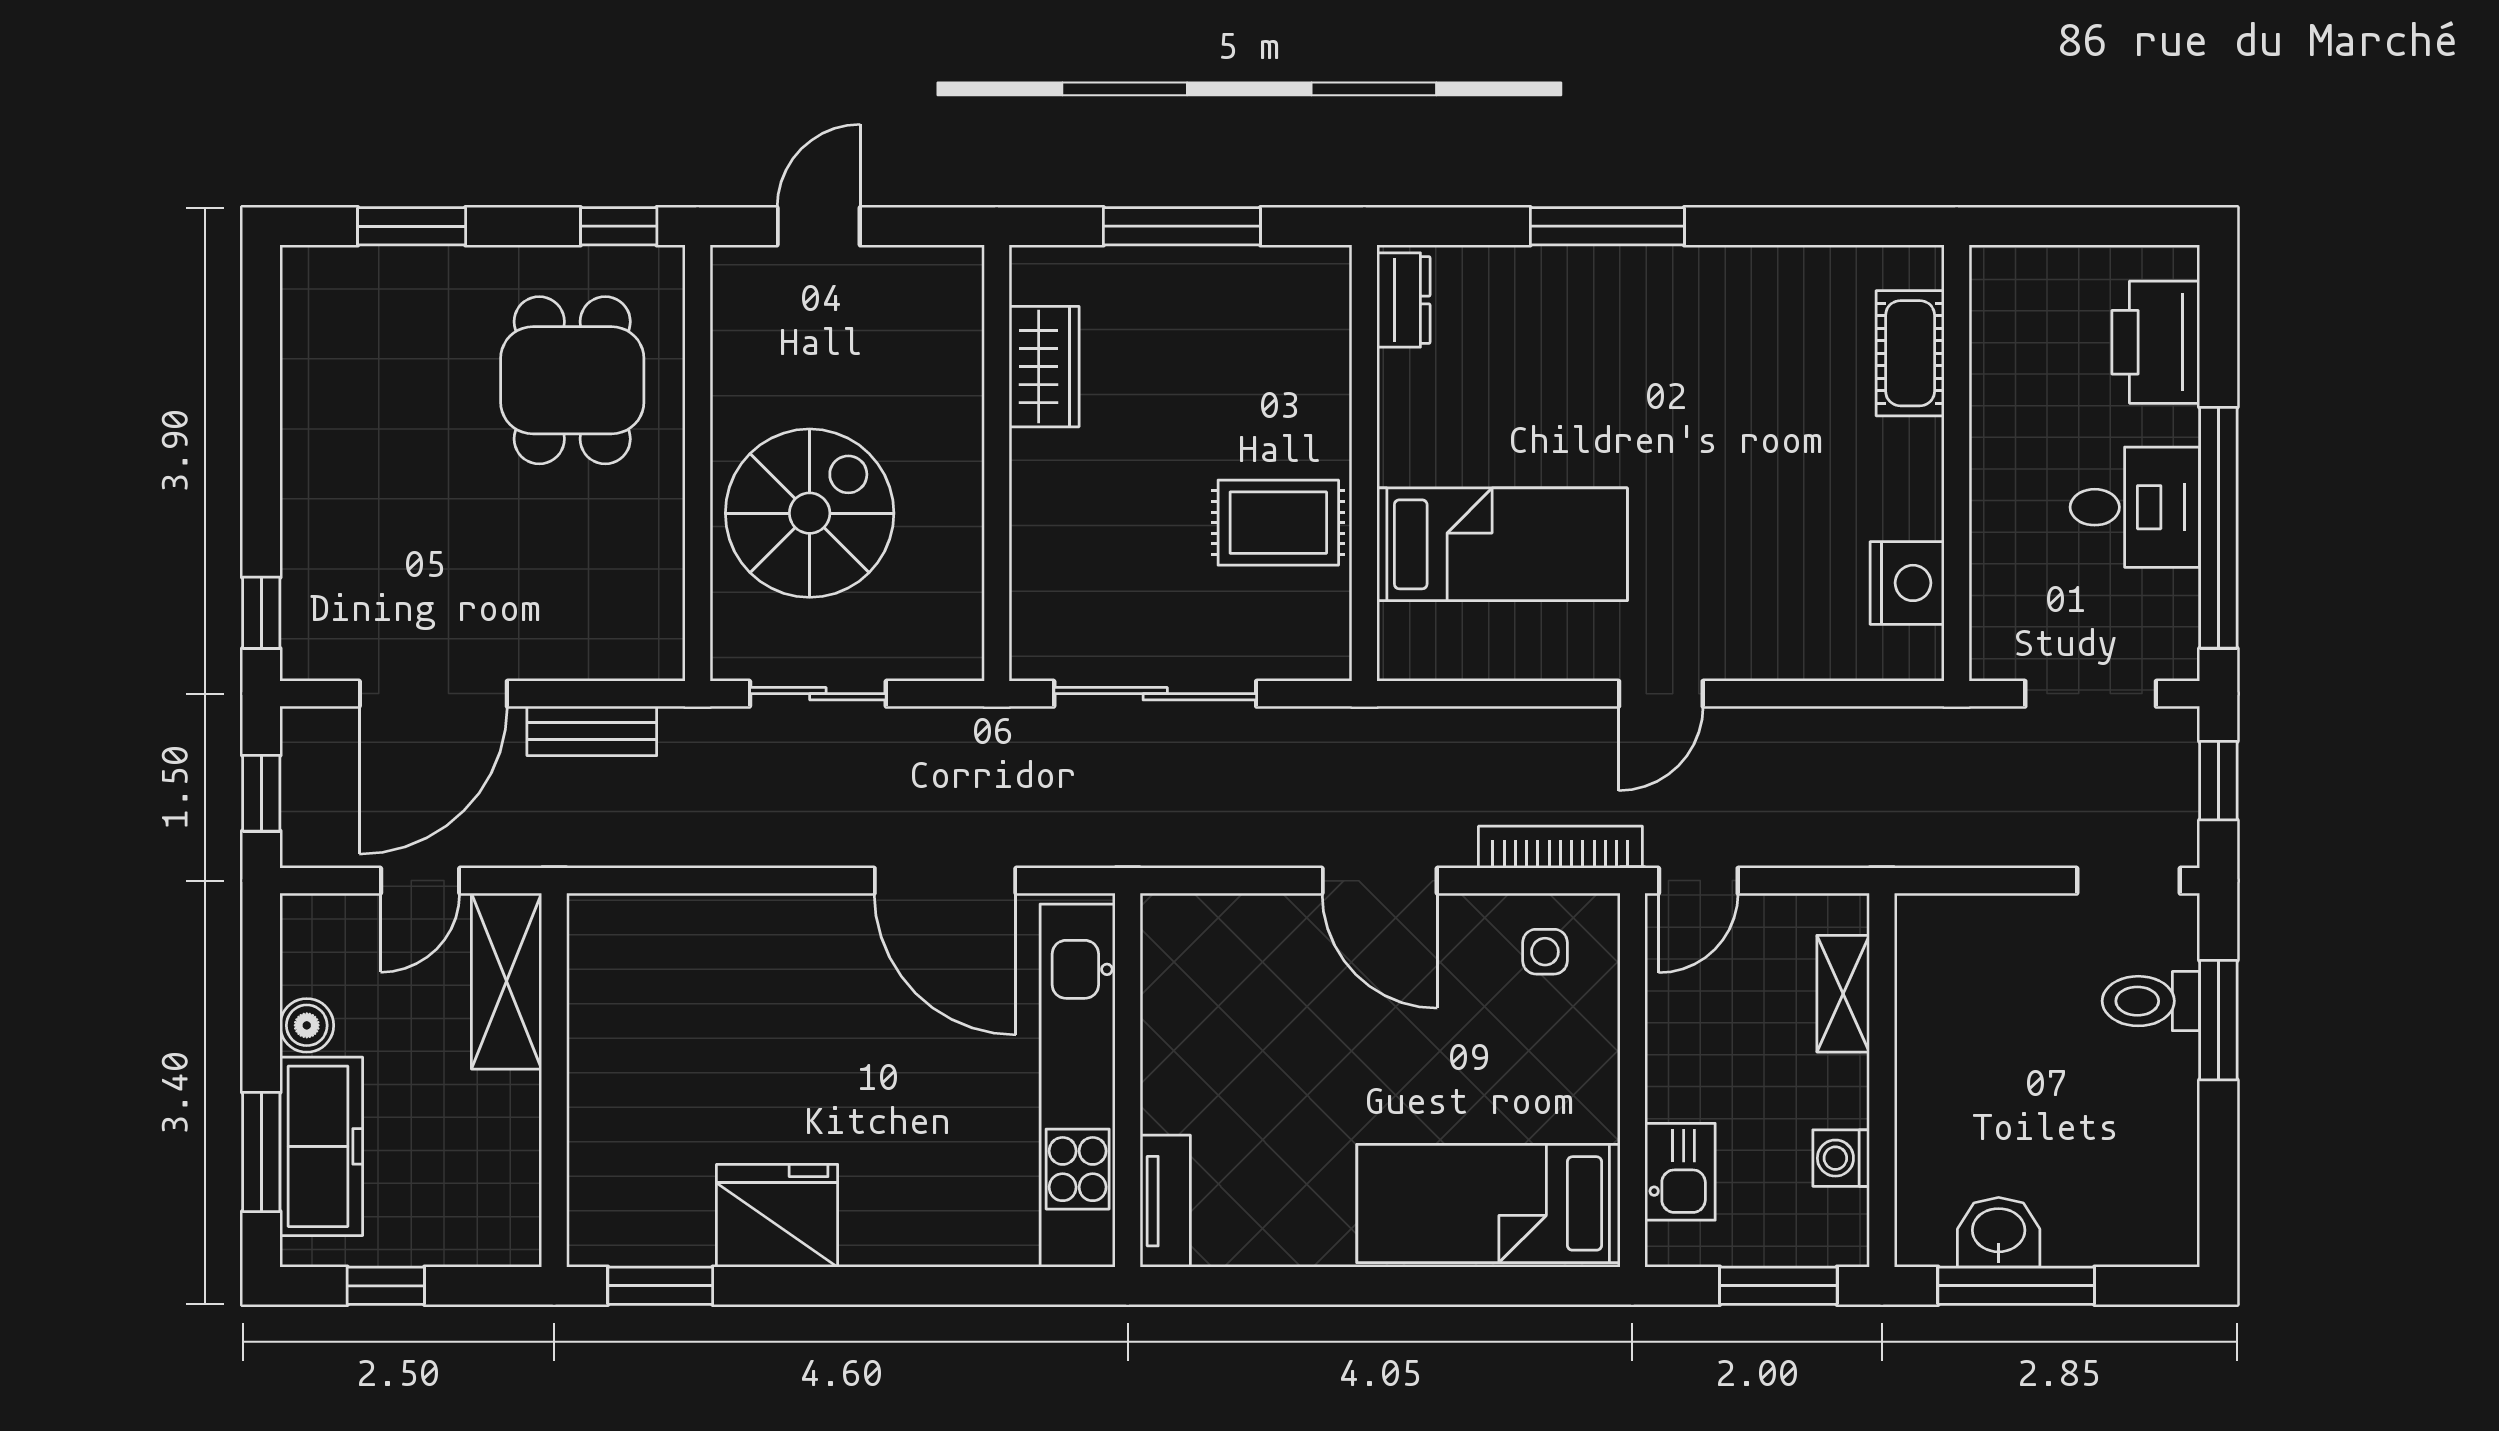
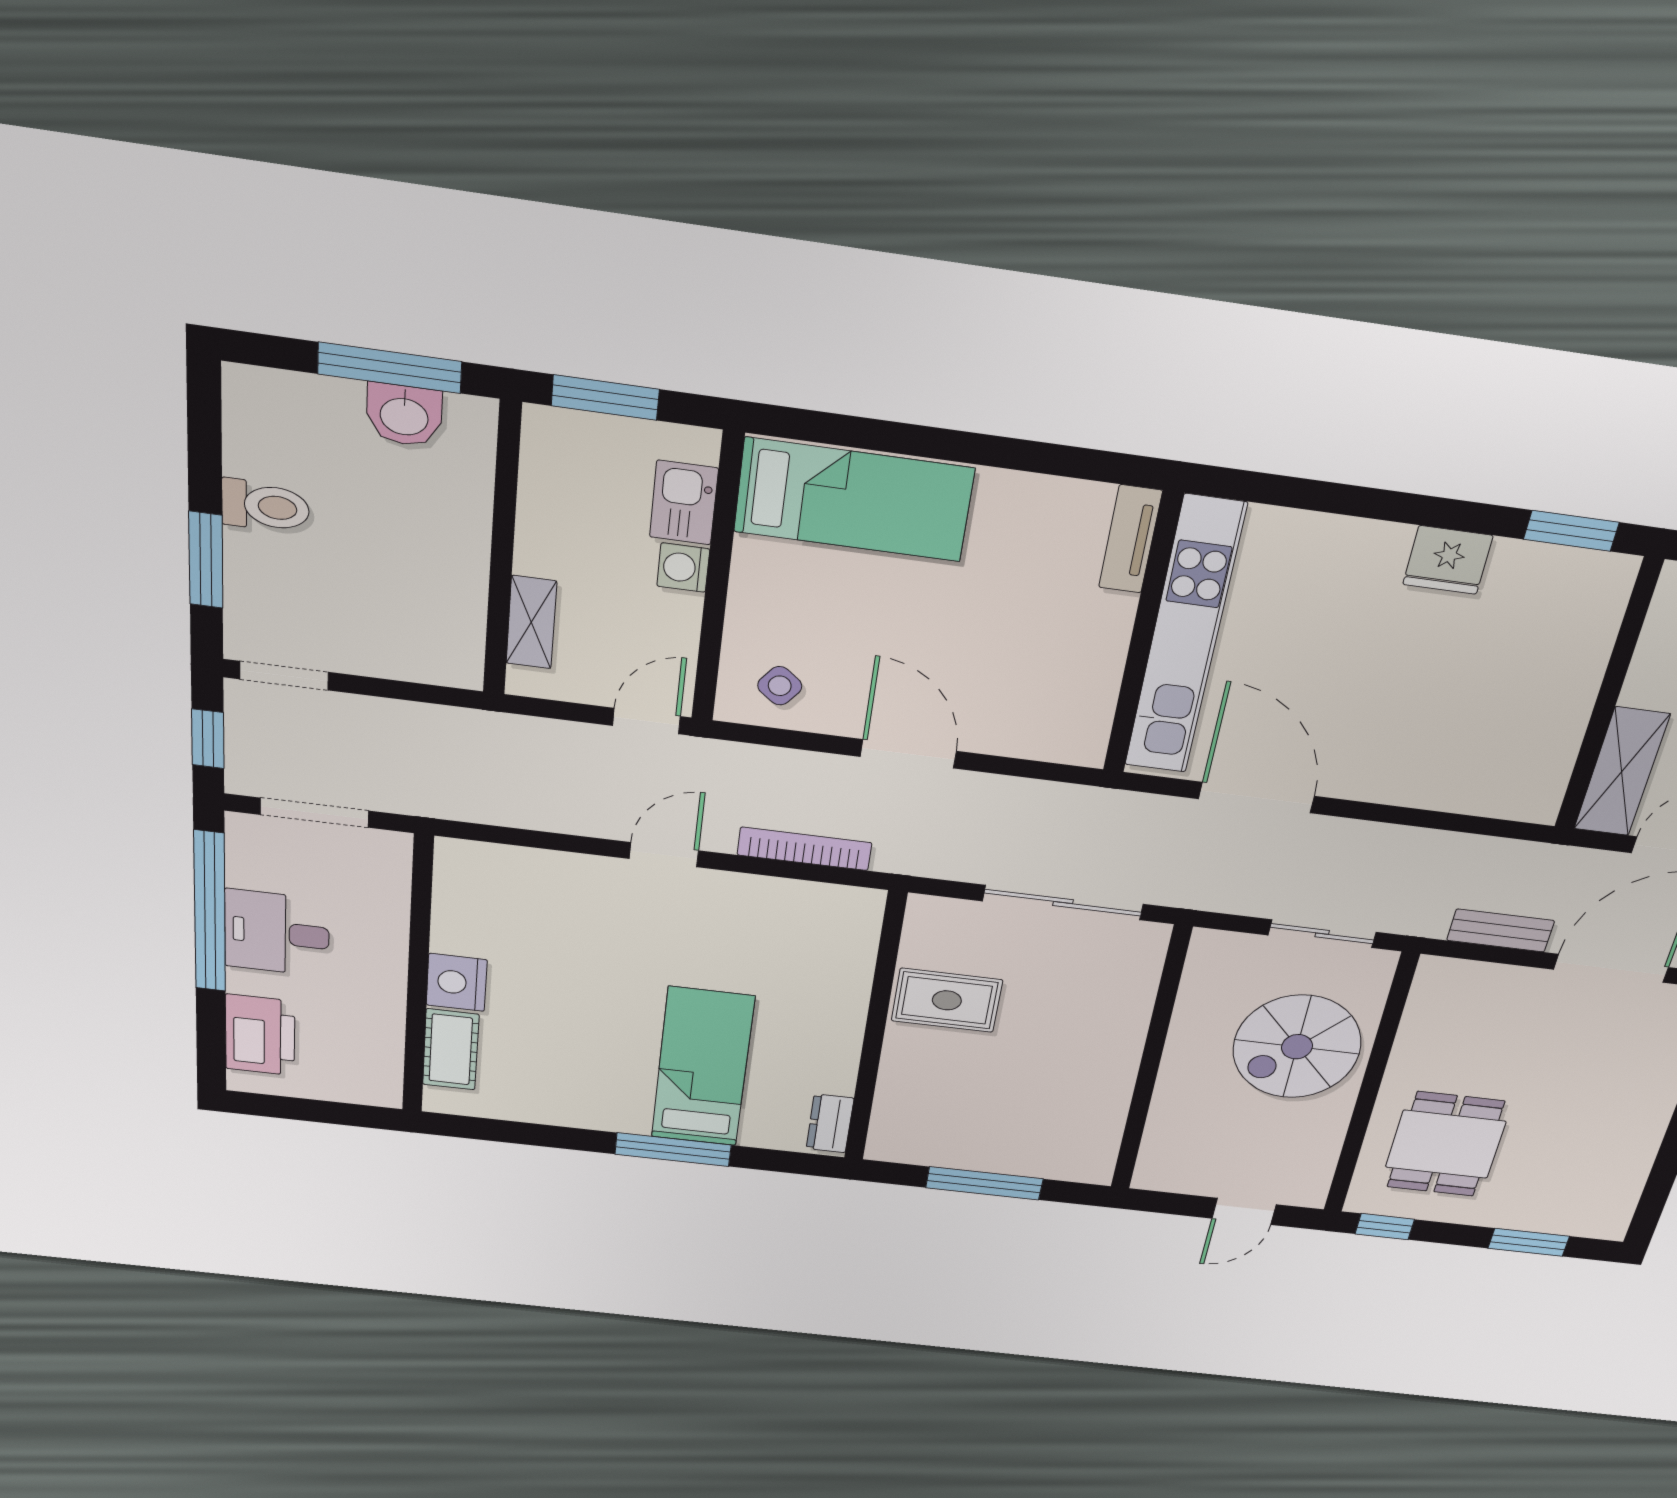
wardrobe: (1044, 367) -> (1102, 1114), removed
bed: (1502, 544) -> (703, 1067), moved, turned 90
nightstand: (1907, 583) -> (457, 982), moved
bookcase: (1560, 847) -> (804, 849), moved, turned 180
side table: (1545, 952) -> (780, 686), turned 38
toilet: (2151, 1001) -> (265, 506), moved
washing machine: (1841, 1158) -> (683, 568), moved, turned 180
fridge: (777, 1216) -> (1448, 560), width x0.73, depth x0.75

